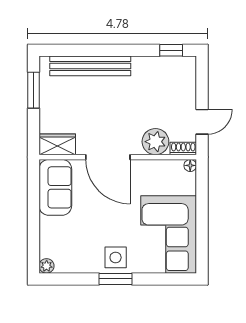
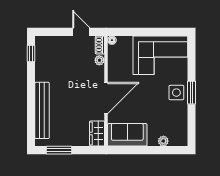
plant: (155, 142) -> (99, 60), width x0.53, depth x0.53
plant: (47, 266) -> (163, 141), moved

